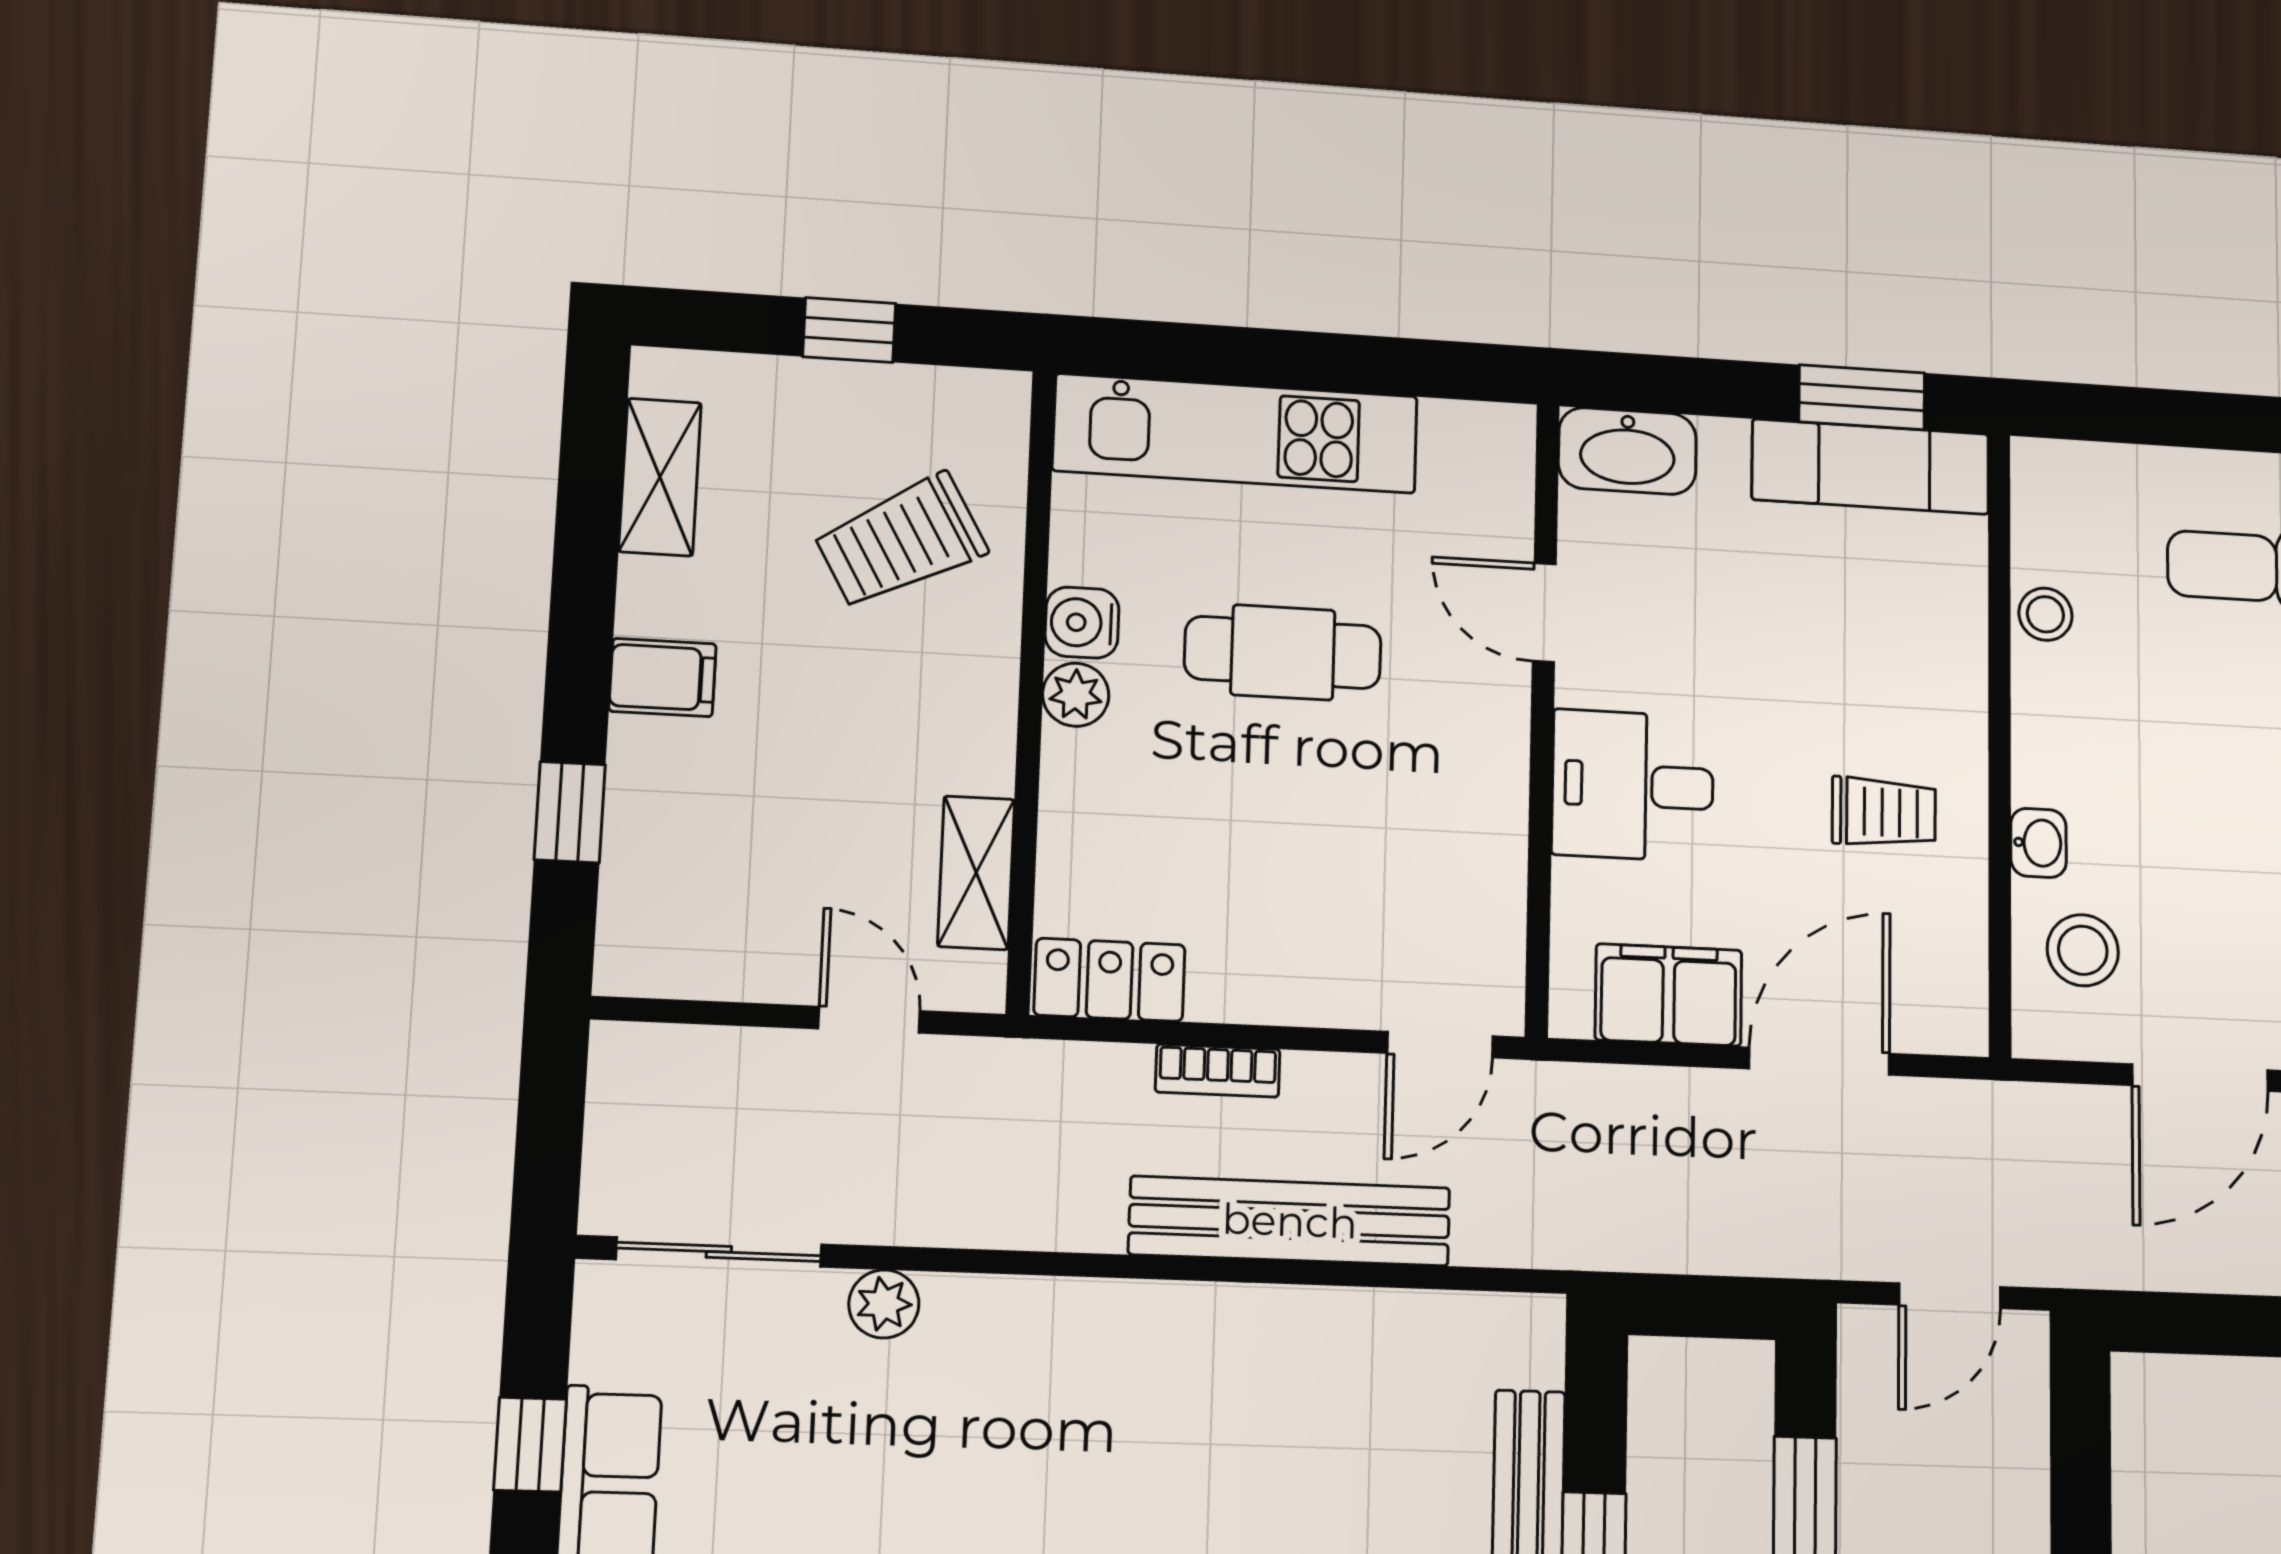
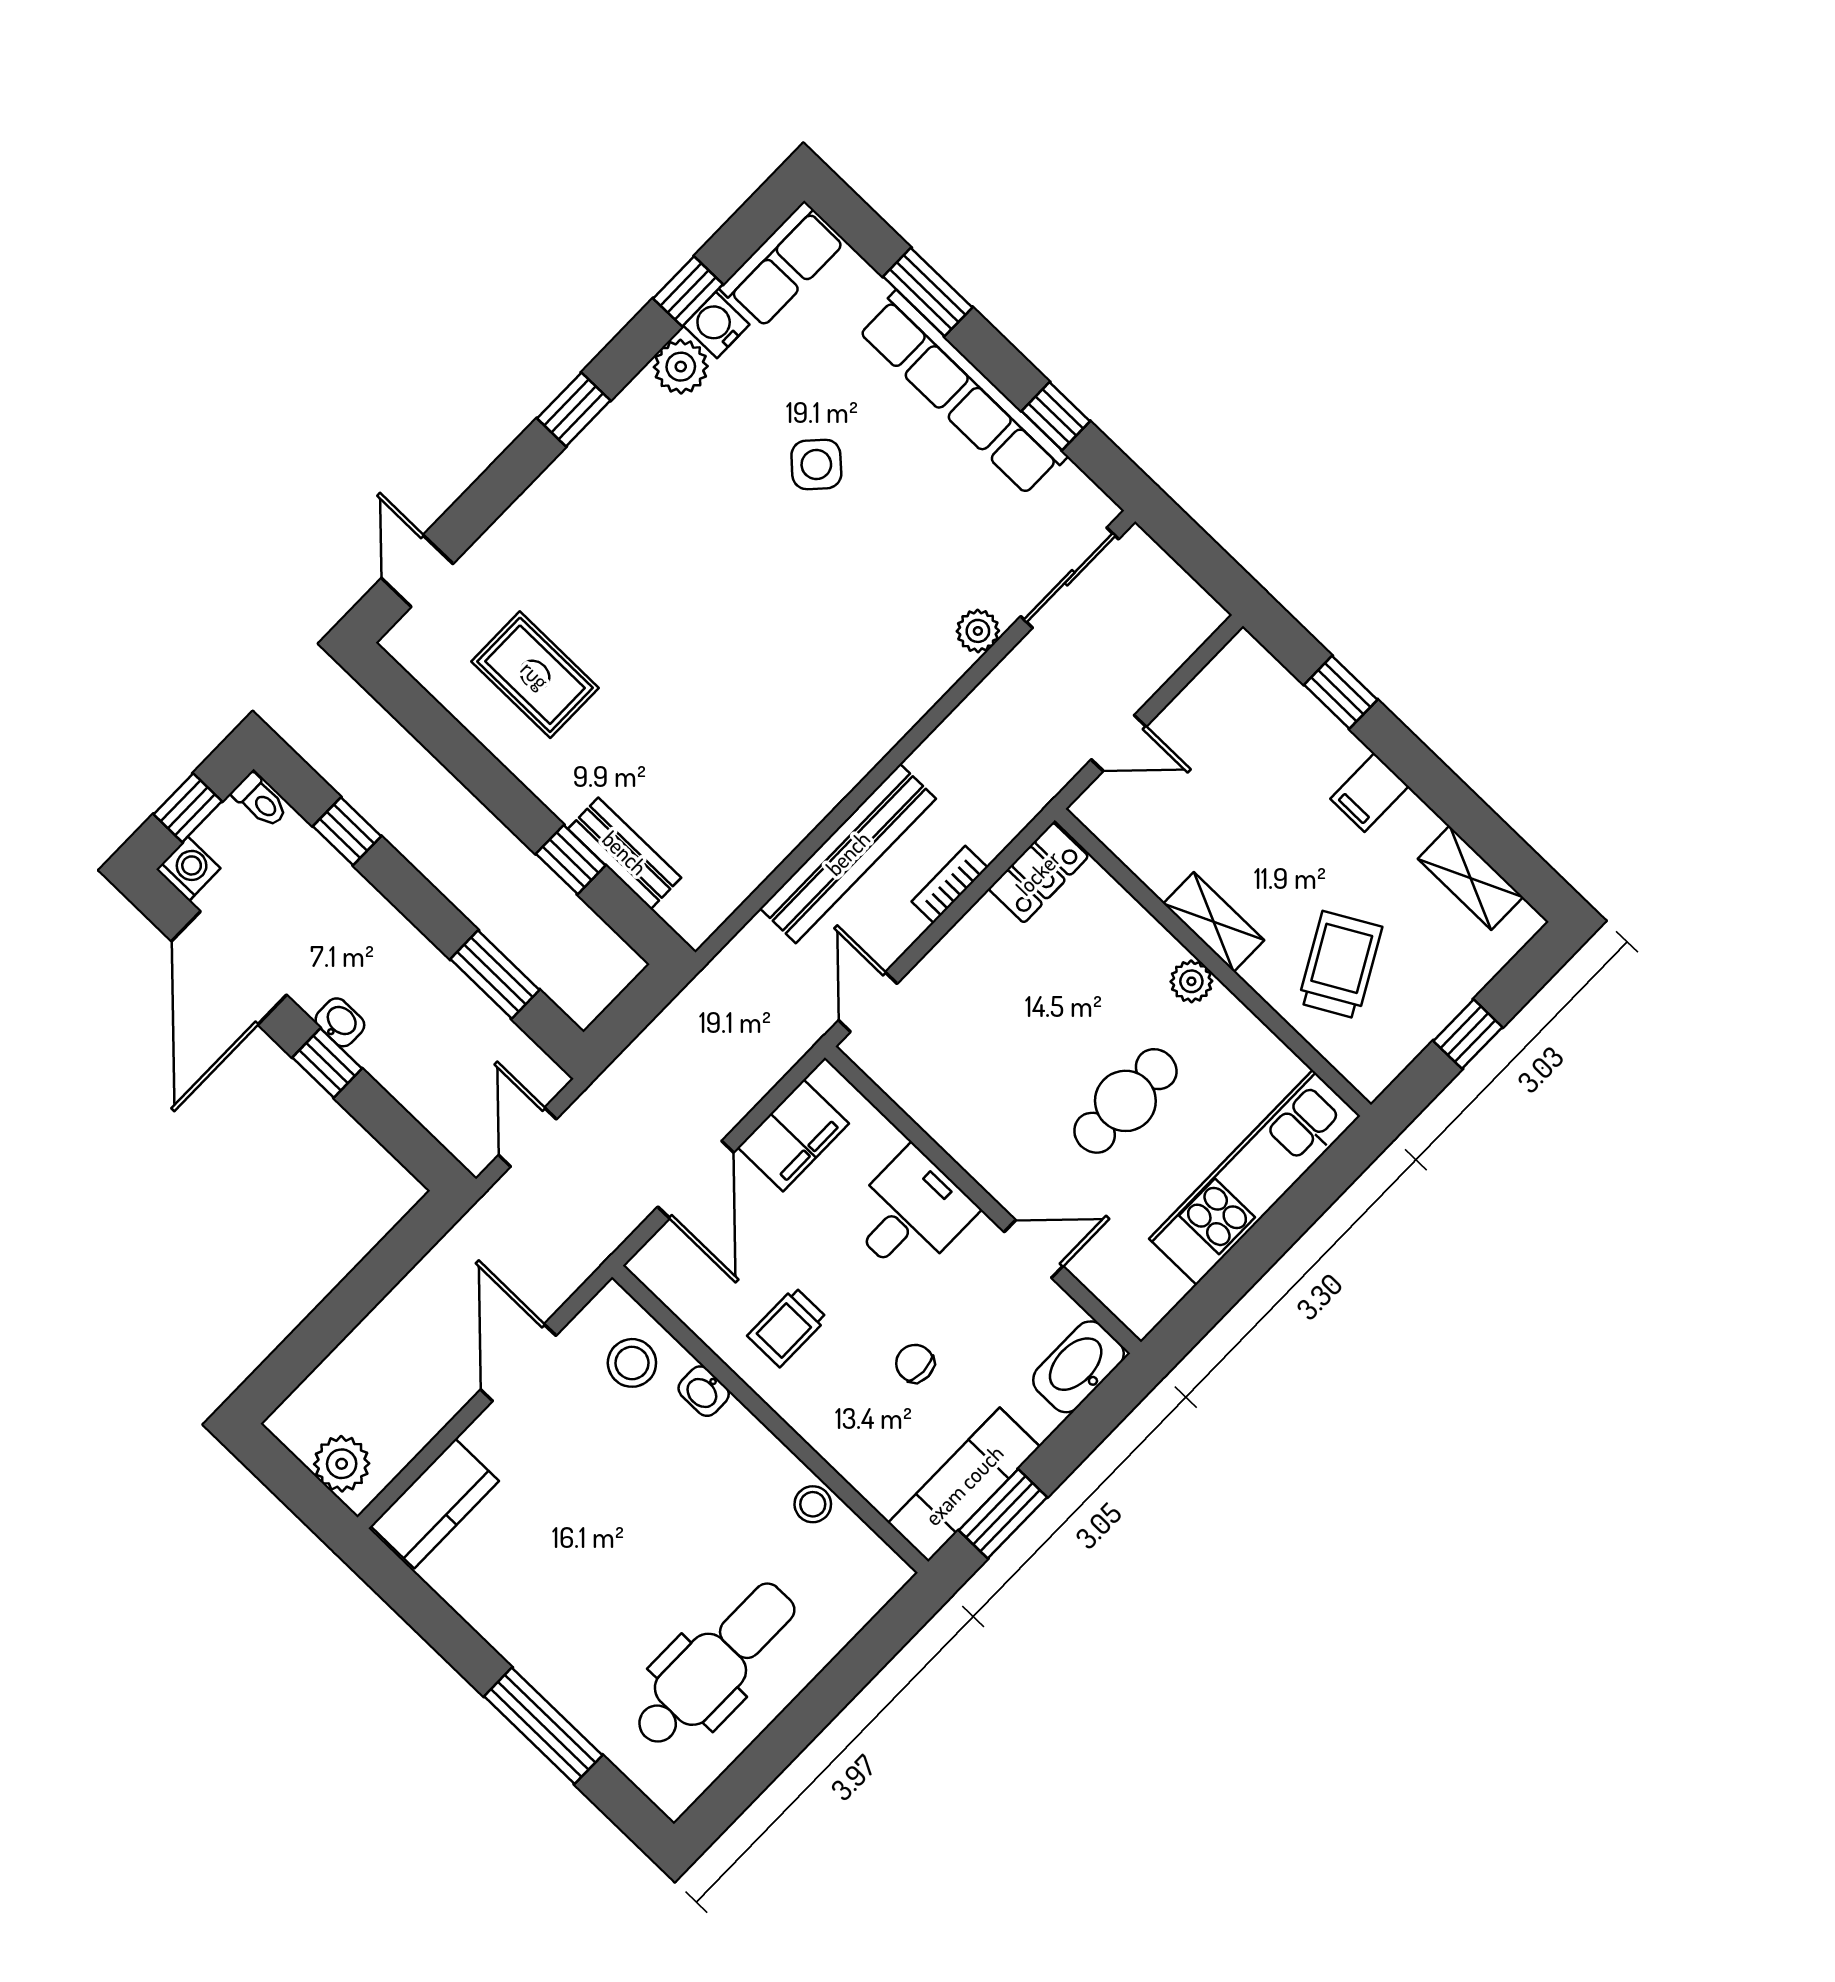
water cooler: (1082, 623) -> (1224, 1016), removed
chair: (1791, 635) -> (915, 1363), added
shelving: (976, 873) -> (1214, 922), moved

